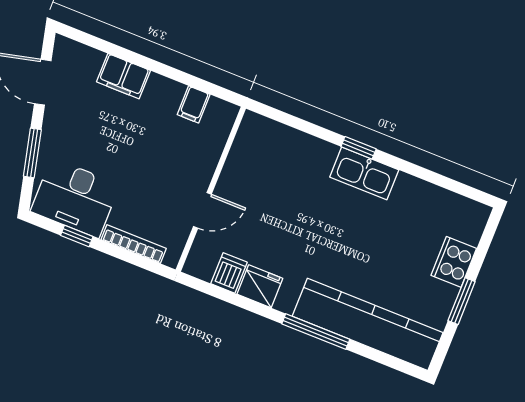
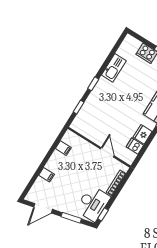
filing cabinet: (124, 76) -> (47, 175), width x0.50
window: (297, 123) -> (79, 107), added
kitchen sink: (364, 173) -> (114, 68), moved
window: (77, 236) -> (103, 214), moved

